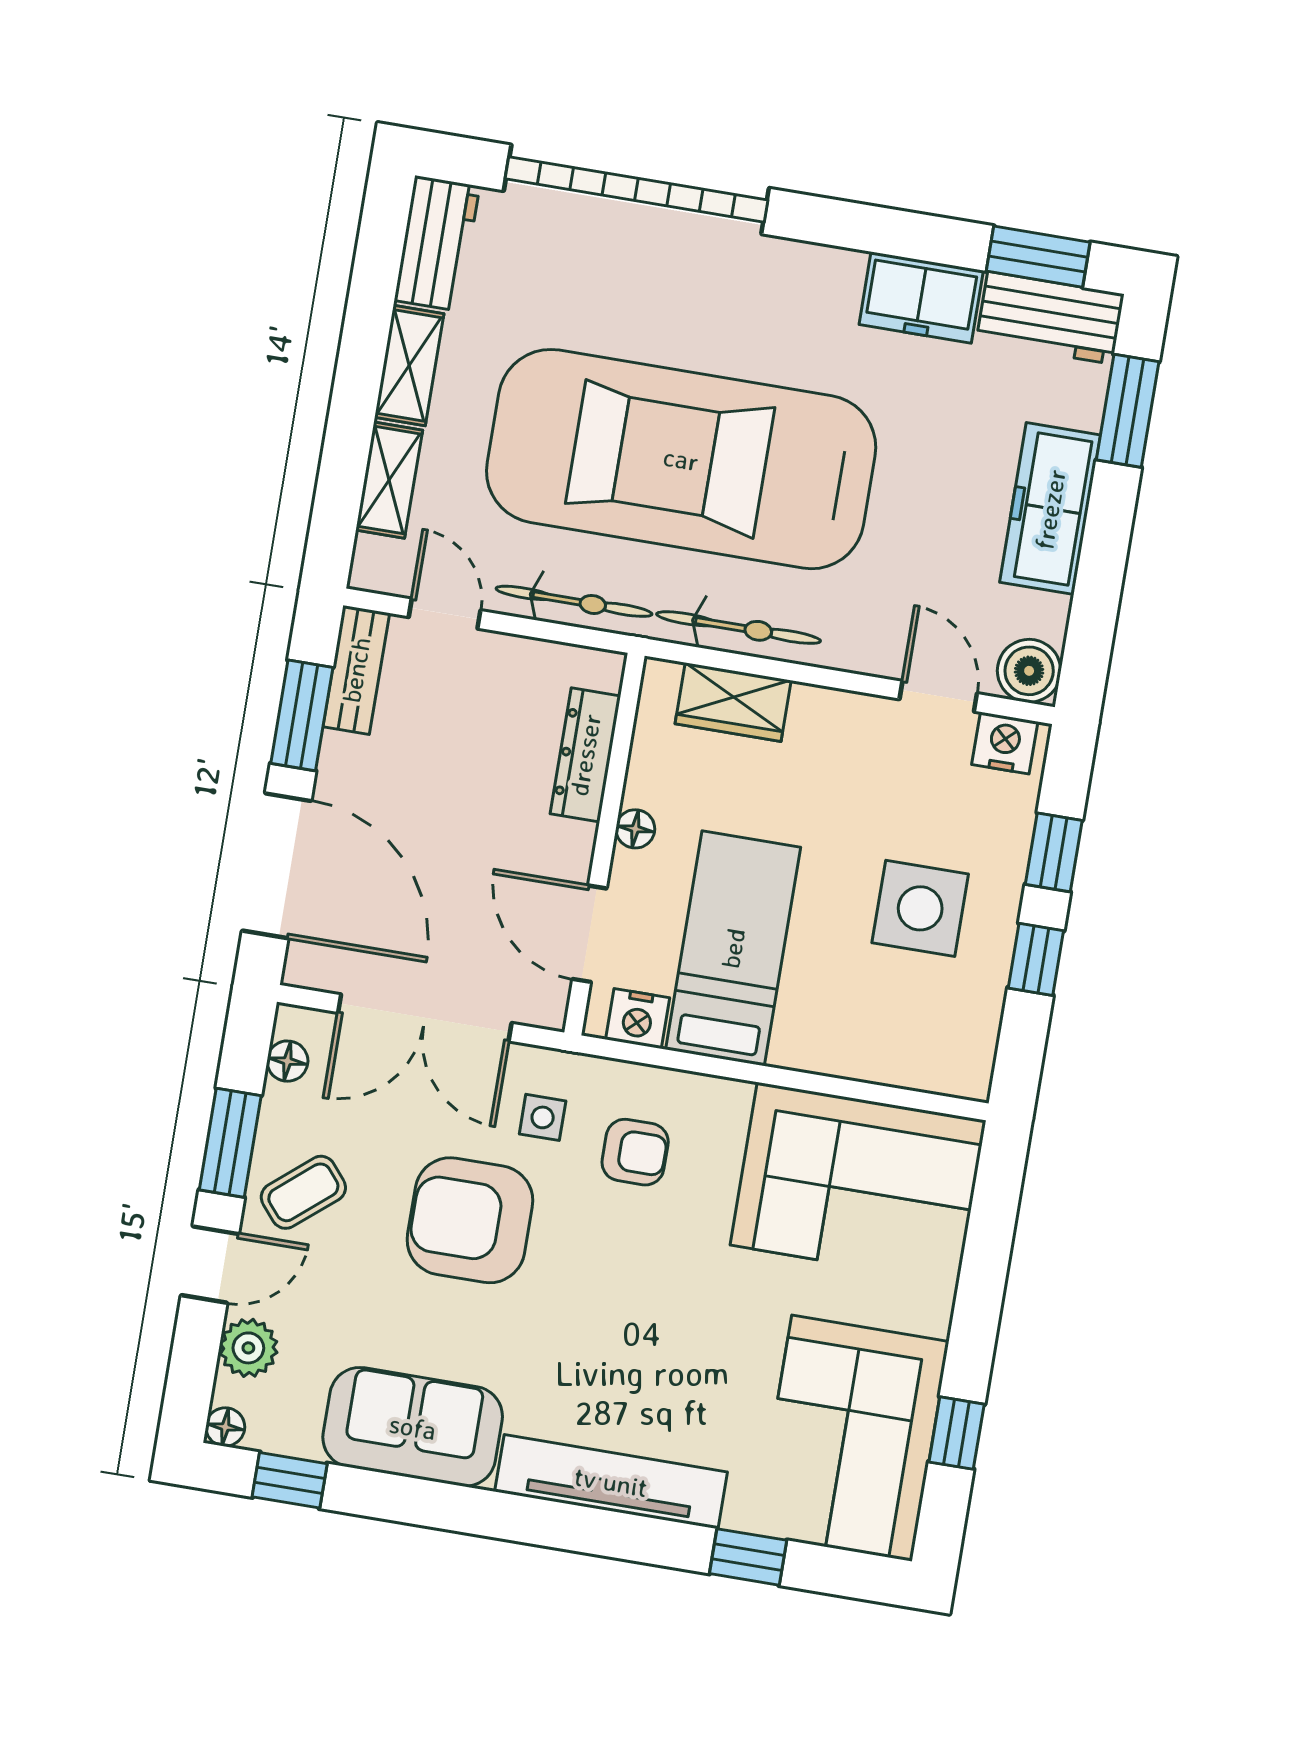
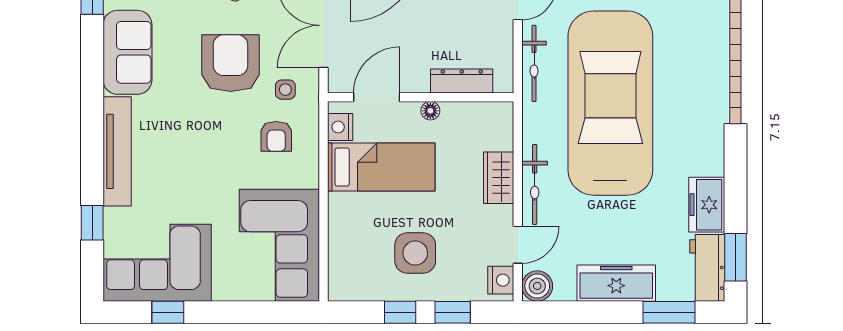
bicycle: (739, 628) -> (535, 184), moved
wardrobe: (733, 702) -> (499, 178), moved

